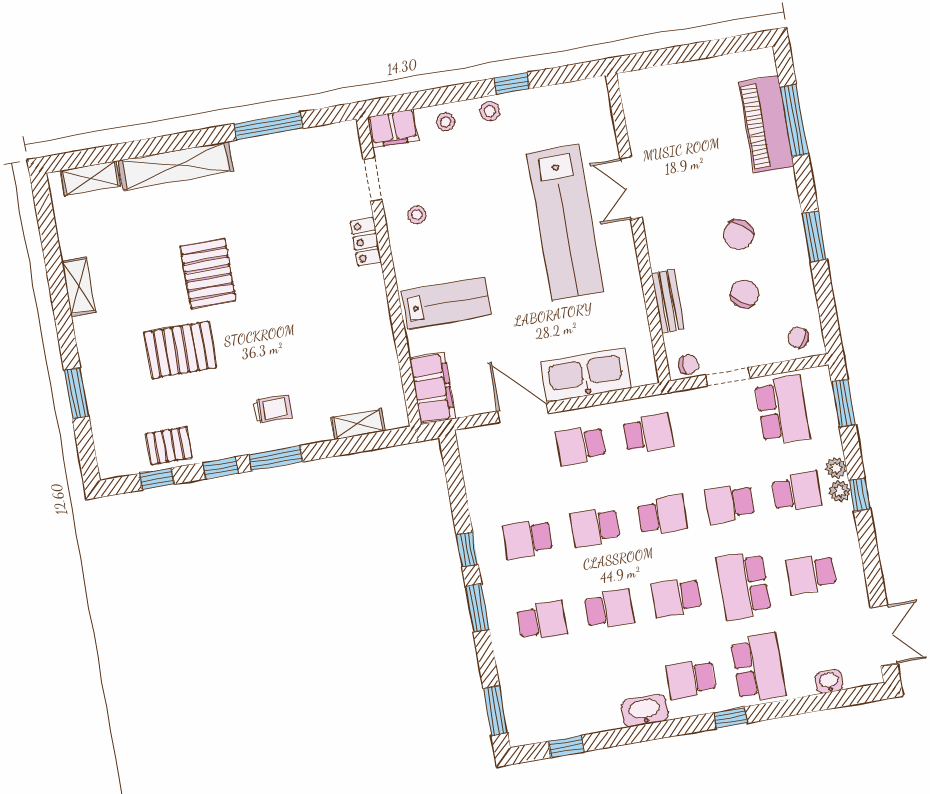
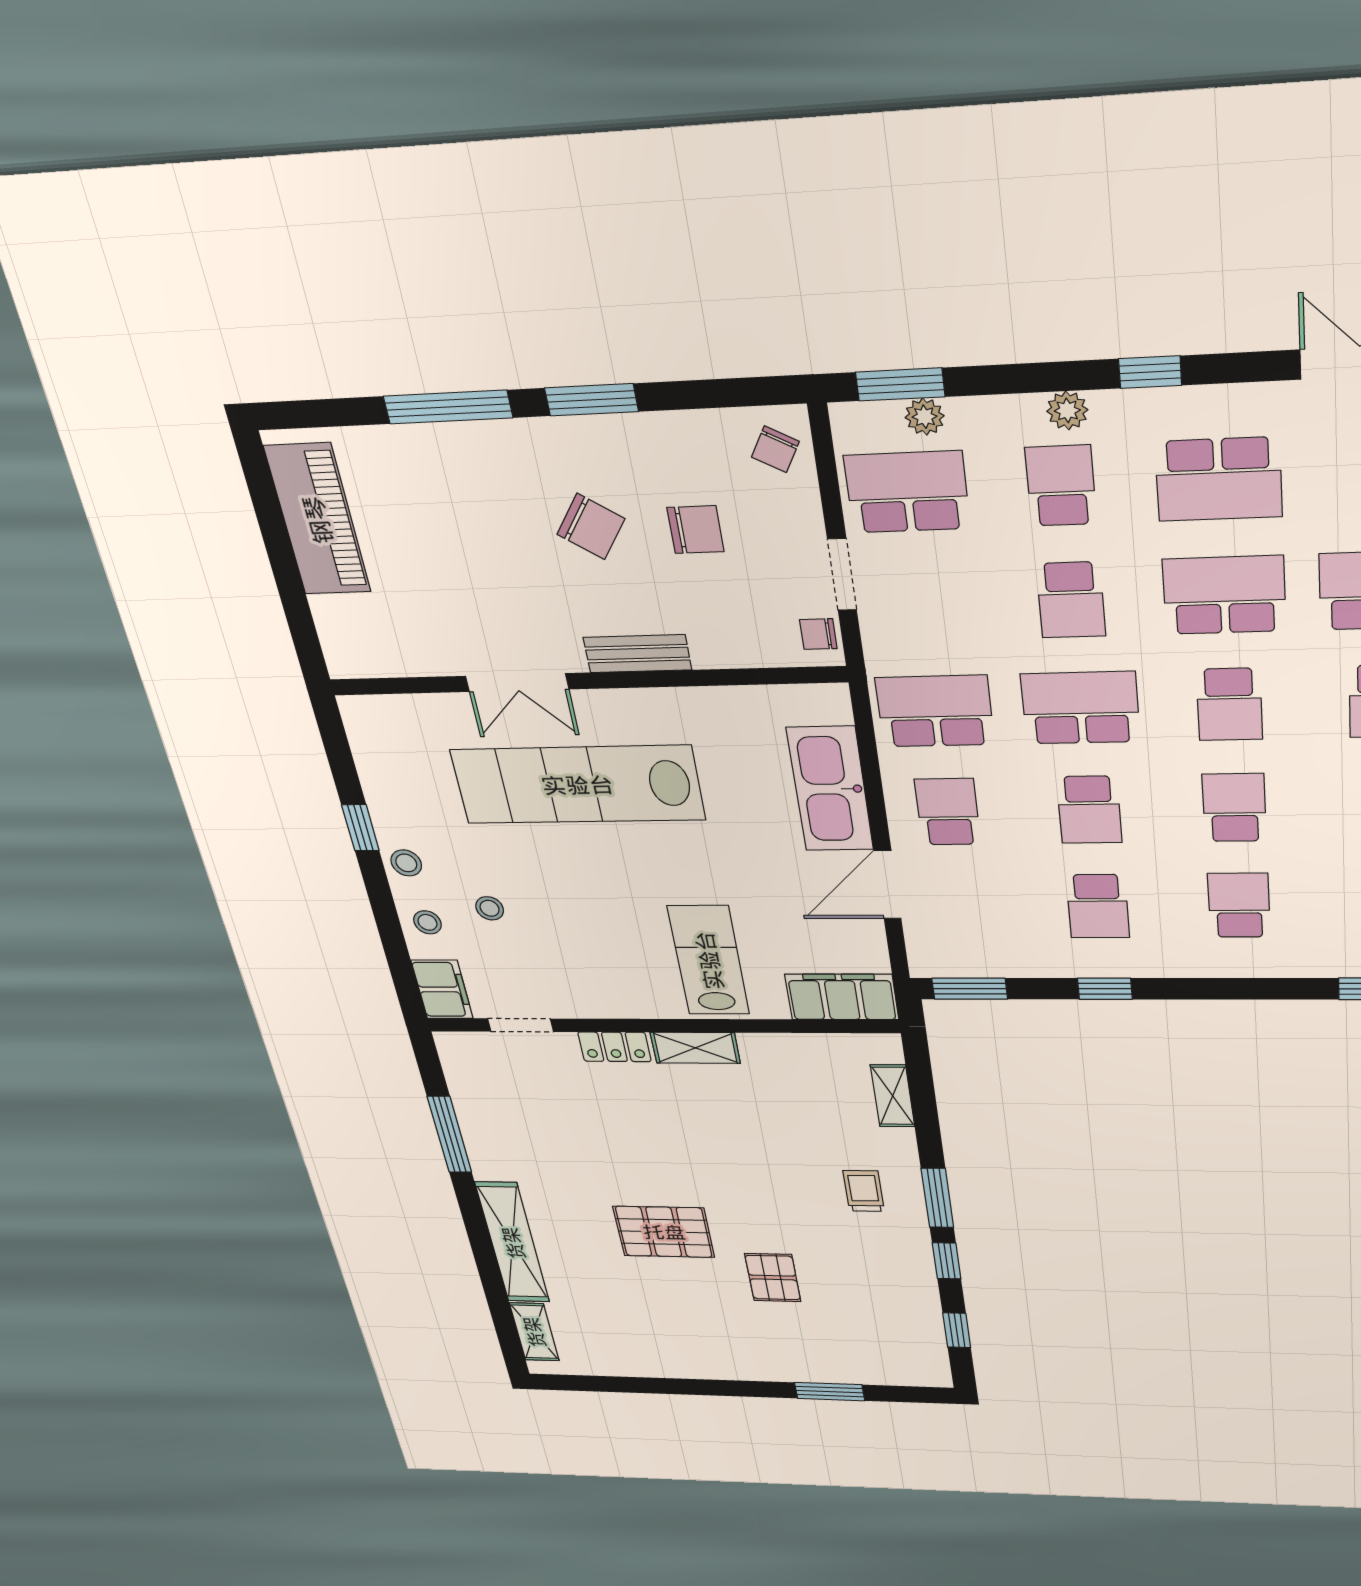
window: (794, 121) -> (448, 407), moved
piano: (766, 124) -> (318, 520), moved, turned -90
stool: (417, 215) -> (490, 908), moved
lab bench: (565, 222) -> (578, 785), turned 180
shelving: (79, 287) -> (695, 1048), moved
chair: (744, 294) -> (695, 530), turned 147
bench: (668, 301) -> (637, 654), moved
pallet: (180, 350) -> (773, 1278), width x0.67, depth x0.71
chair: (688, 365) -> (818, 634), turned -90
school desk: (648, 433) -> (935, 711), width x1.85
school desk: (581, 445) -> (948, 812), turned 180
pallet: (169, 446) -> (910, 1310), removed
plant: (836, 468) -> (925, 417), moved
window: (859, 495) -> (1150, 372), moved
school desk: (662, 515) -> (1080, 708), width x1.85
school desk: (811, 574) -> (1219, 479), width x1.85
school desk: (744, 585) -> (1224, 595), turned 180
window: (477, 608) -> (970, 989), moved

